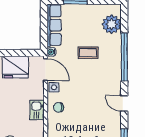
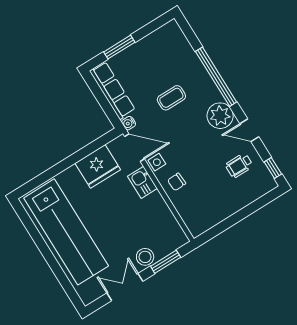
plant: (112, 24) -> (220, 116), moved
kitchen sink: (37, 110) -> (142, 182), moved
wheelchair: (104, 121) -> (239, 165), added

